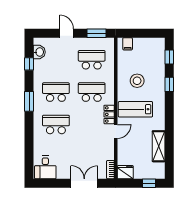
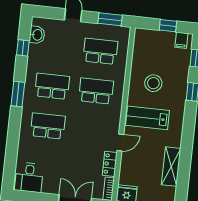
window: (144, 33) -> (168, 26), added
filing cabinet: (128, 44) -> (181, 40), moved
locker: (109, 114) -> (110, 164), moved

